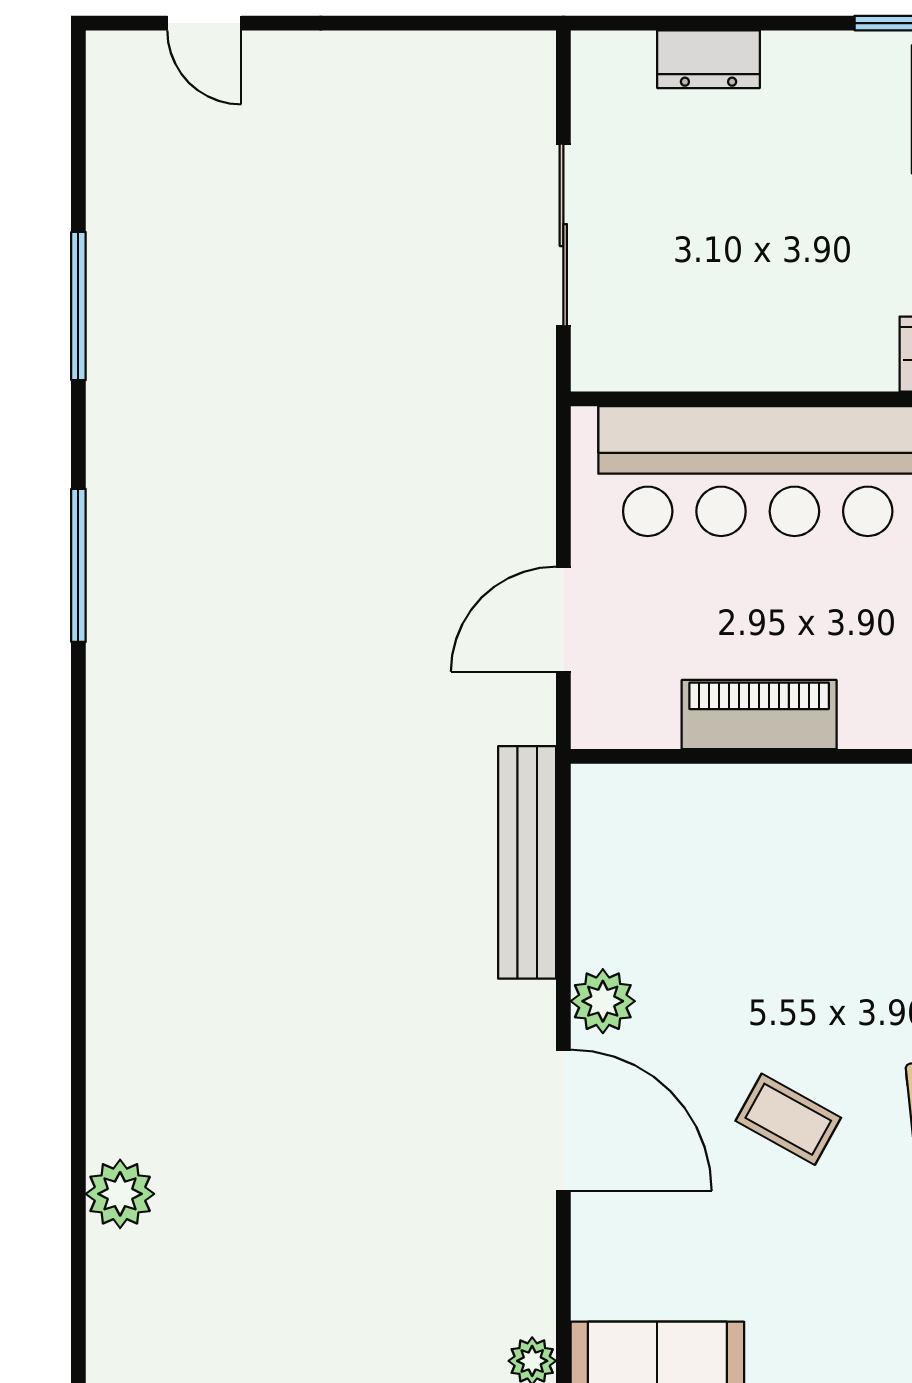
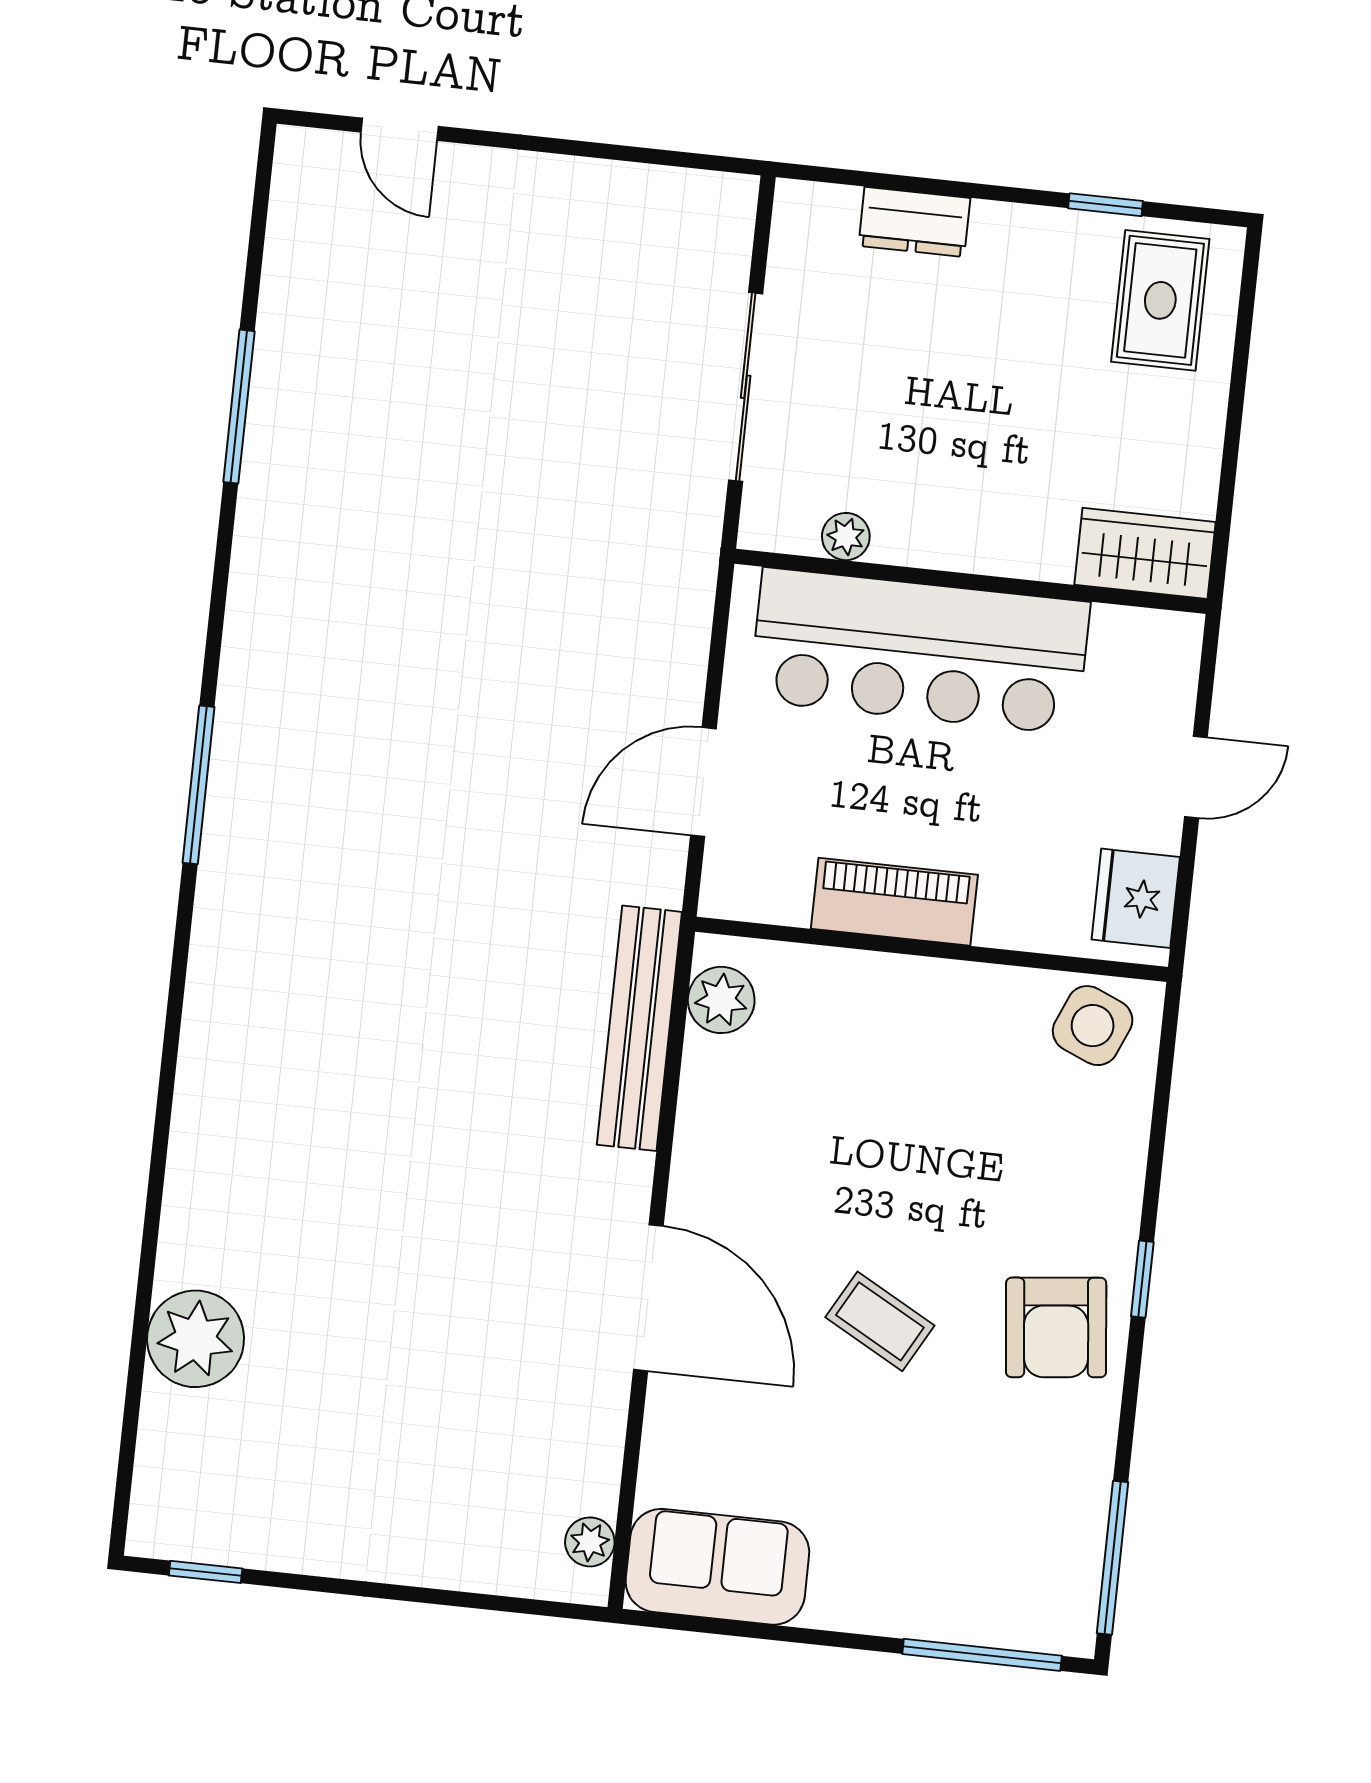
plant: (675, 369) -> (846, 537), added
window: (78, 565) -> (198, 785), moved
plant: (603, 1001) -> (721, 1000), moved
plant: (120, 1194) -> (196, 1339), width x1.36, depth x1.36

